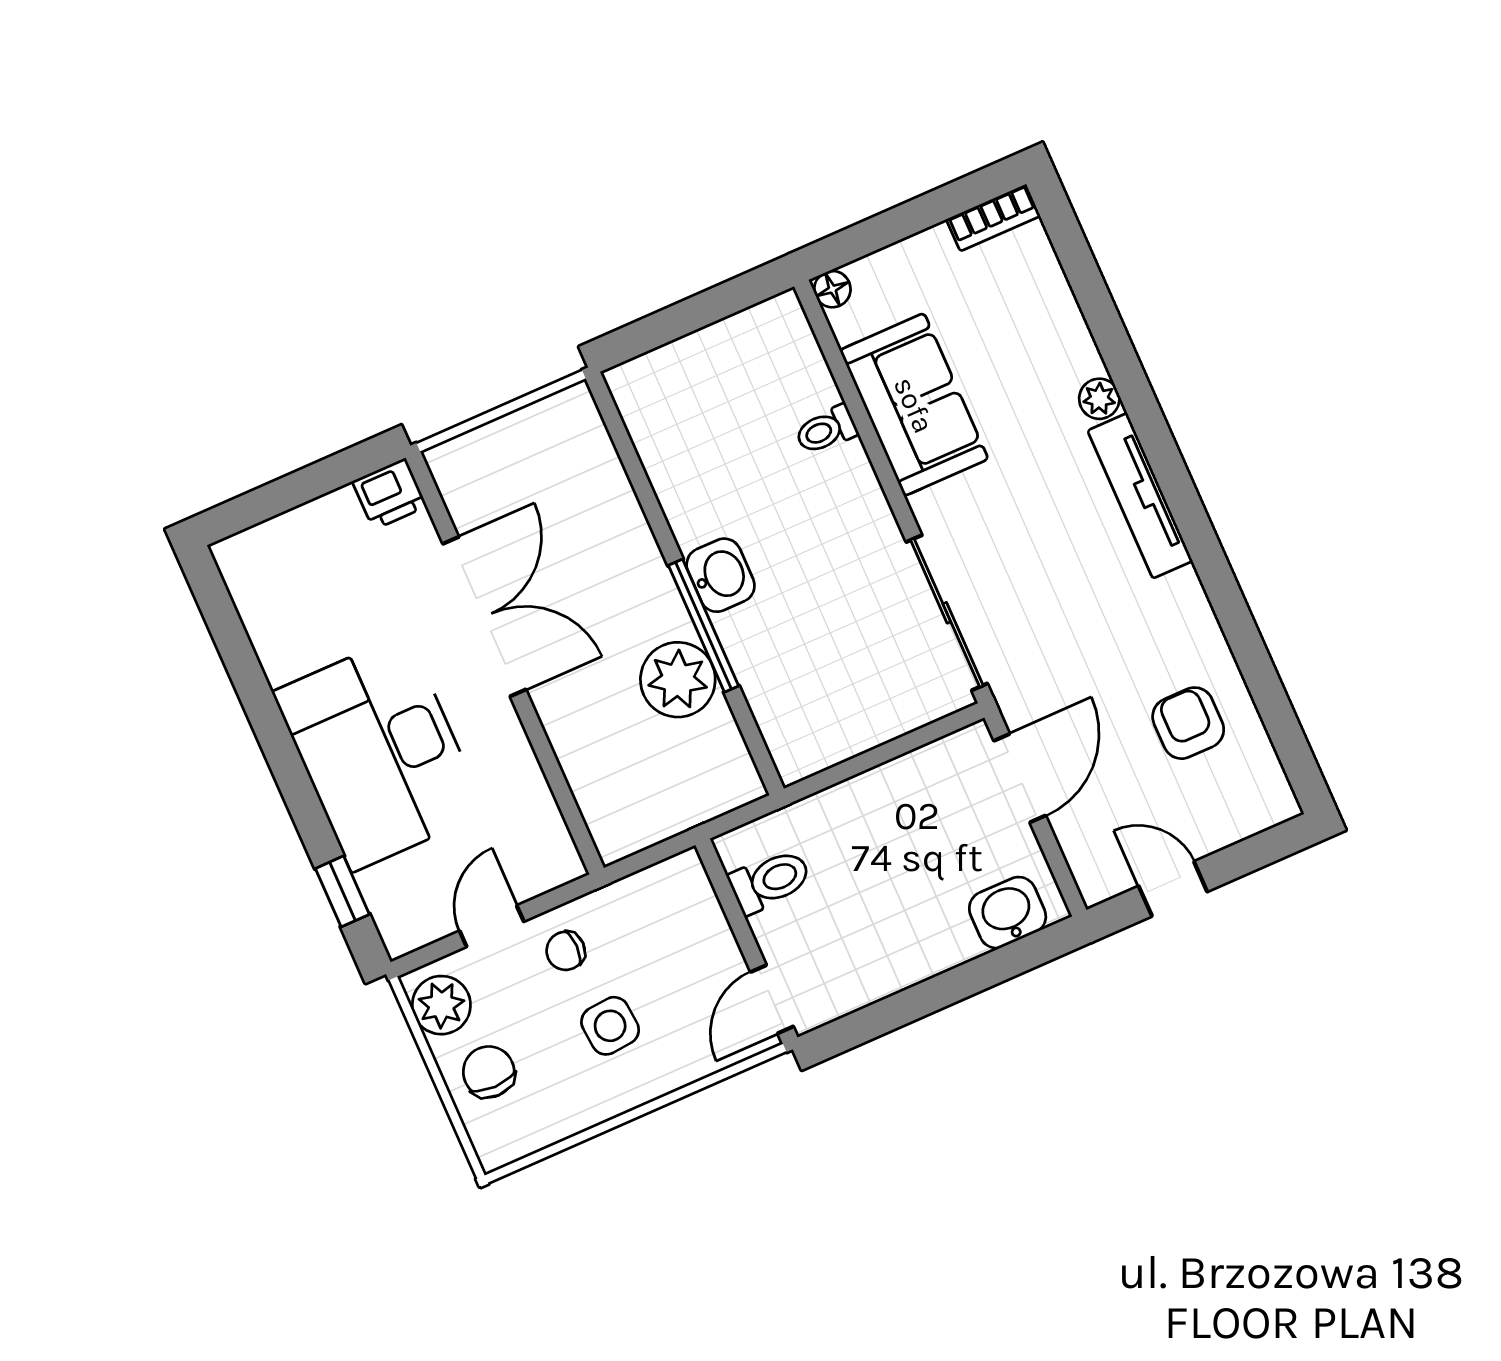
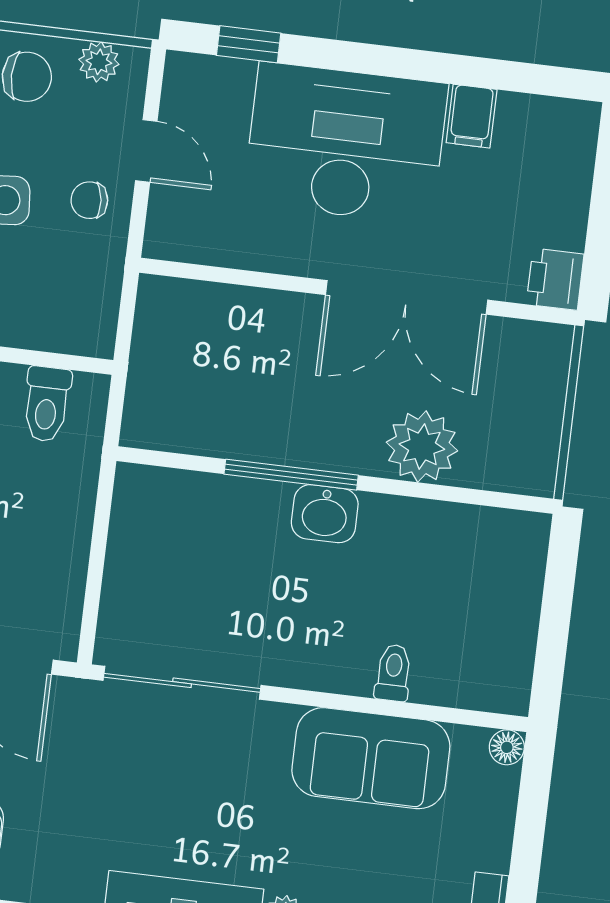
filing cabinet: (288, 655) -> (472, 116), added
plant: (678, 680) -> (422, 447), moved
chair: (566, 951) -> (89, 200), turned -96
plant: (441, 1005) -> (99, 62), width x0.73, depth x0.73

